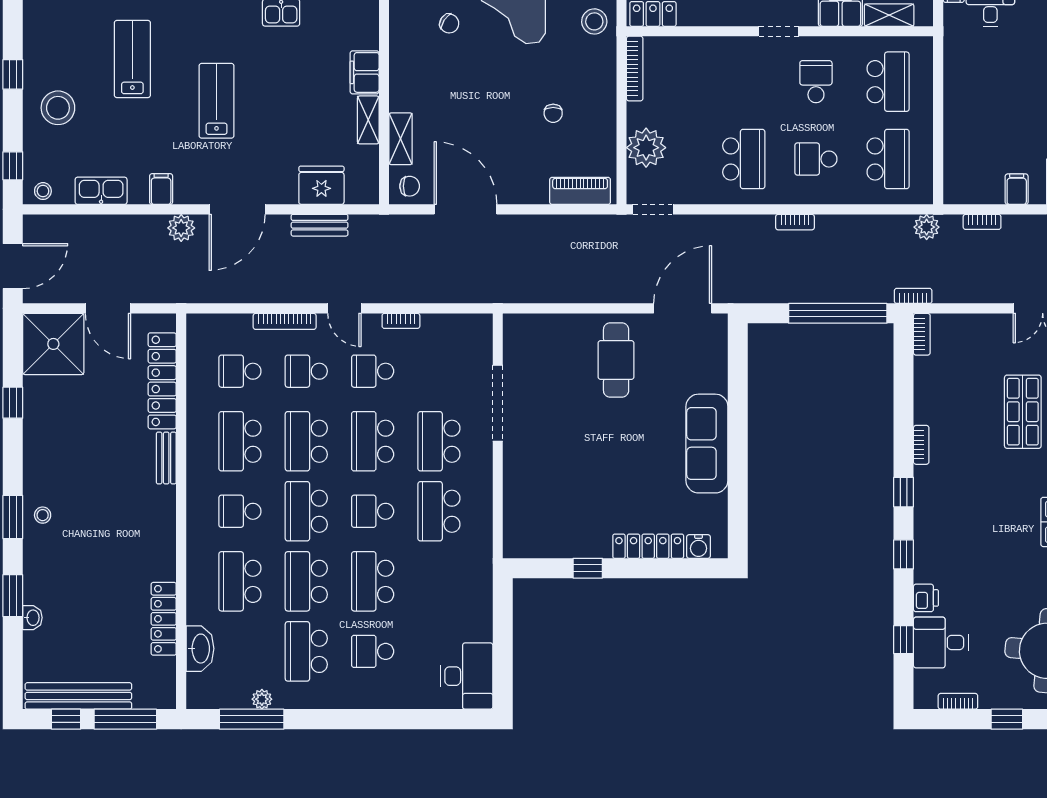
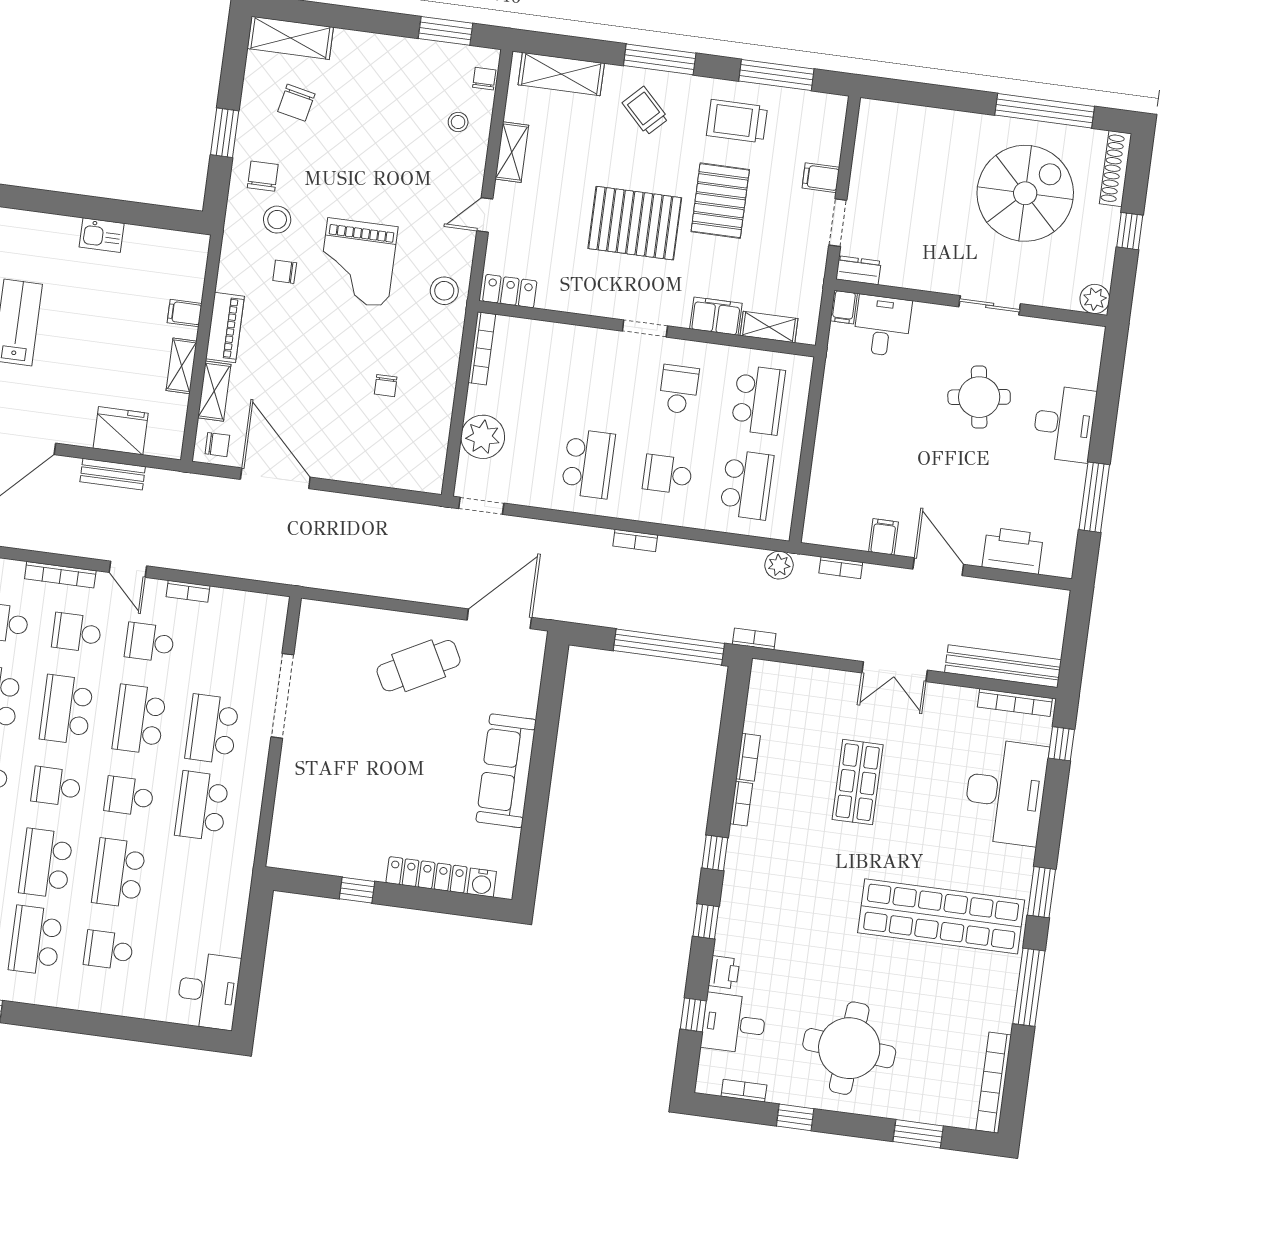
chair: (449, 23) -> (285, 272), turned 147
filing cabinet: (365, 72) -> (185, 313), width x0.50
piano: (580, 191) -> (225, 327), moved, turned 90
bookcase: (922, 334) -> (748, 757), moved
cafe table: (616, 360) -> (419, 666), turned 62
school desk: (306, 511) -> (56, 786), width x0.54

